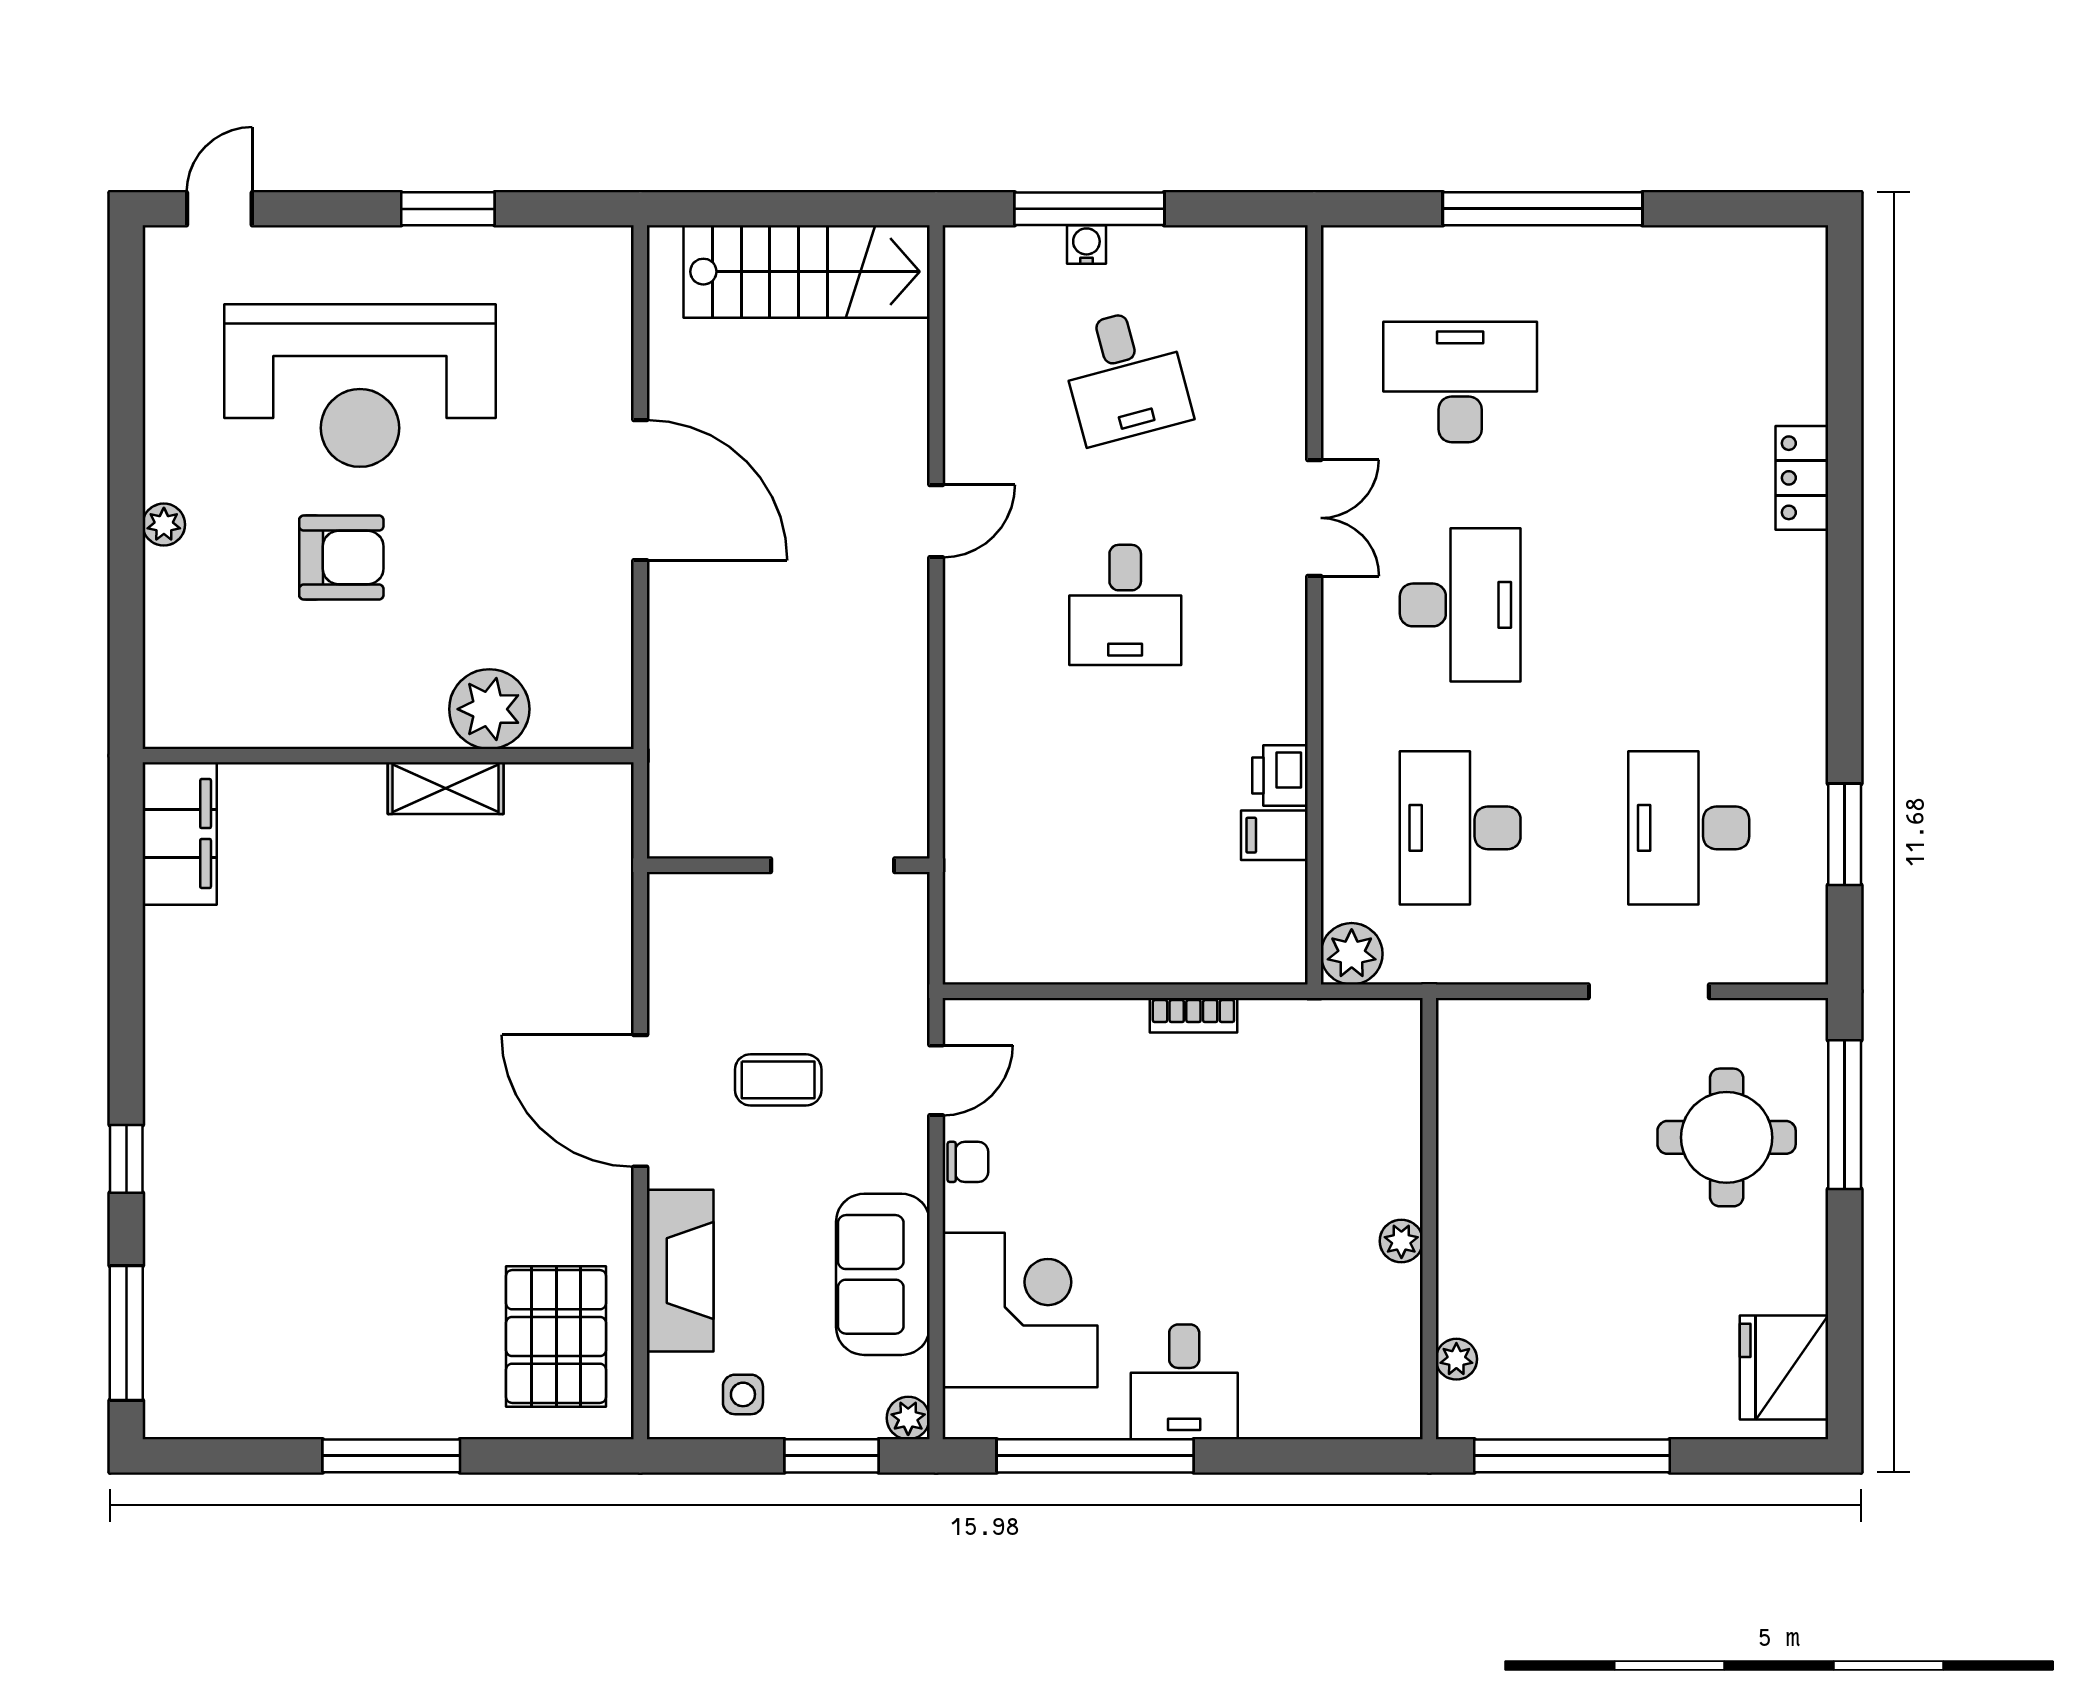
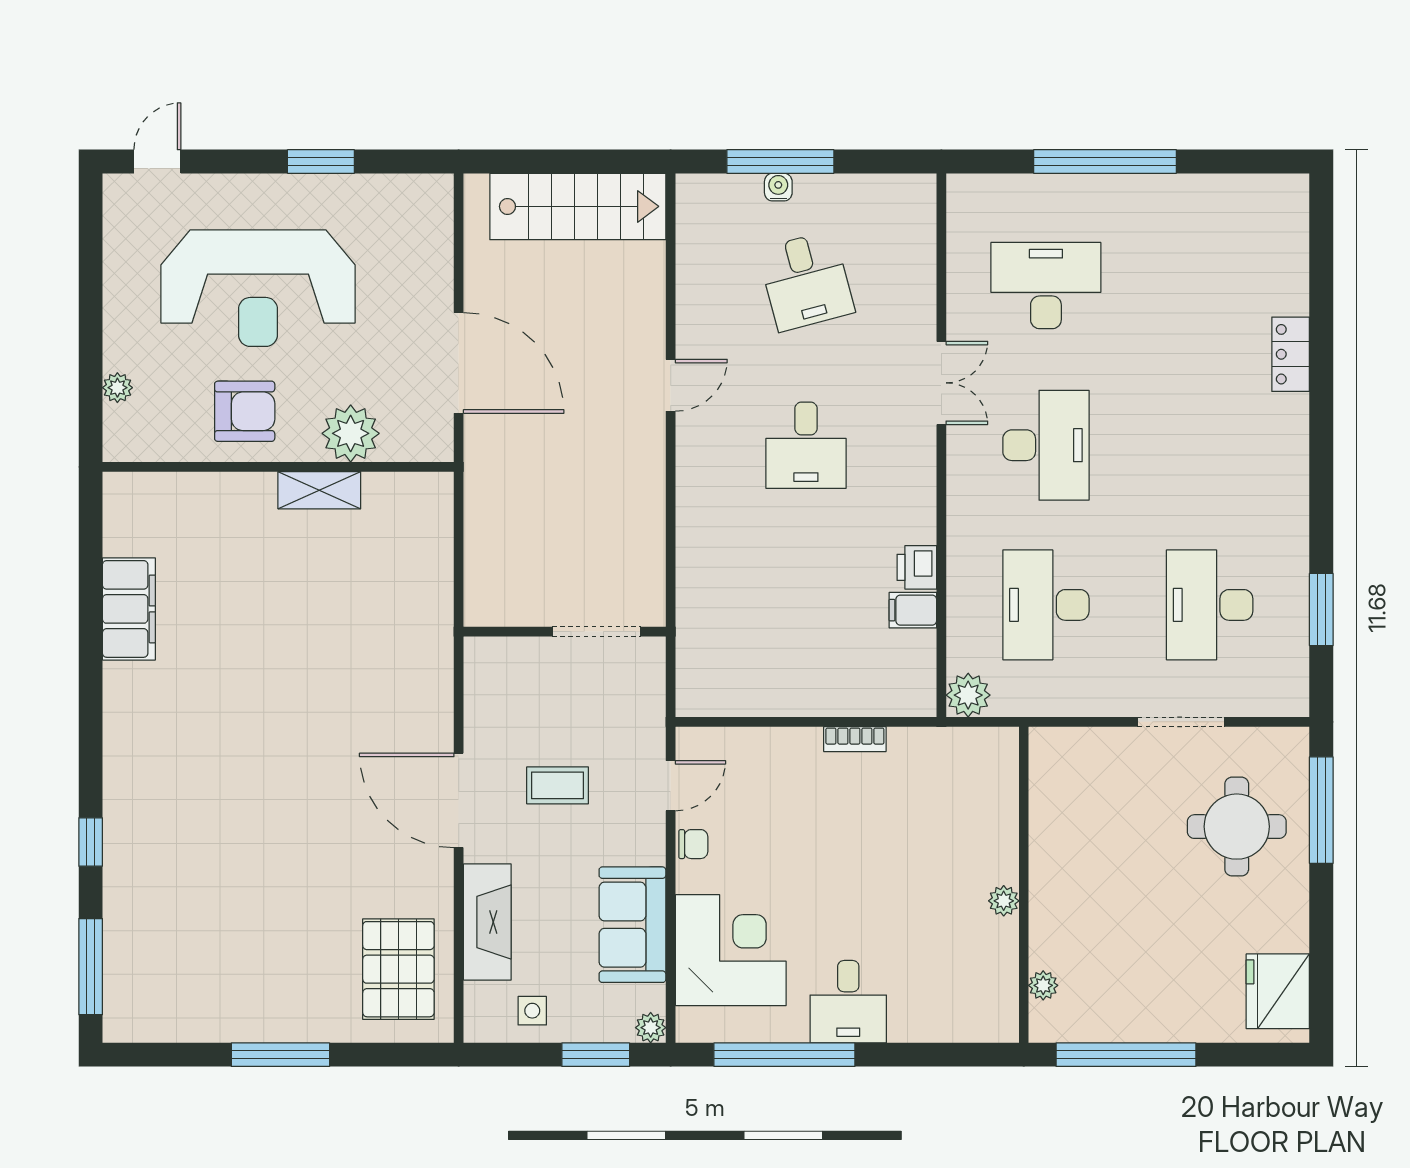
plant: (489, 709) -> (351, 433), moved
wall: (388, 756) -> (278, 467), moved
shelving: (446, 788) -> (319, 490), moved

